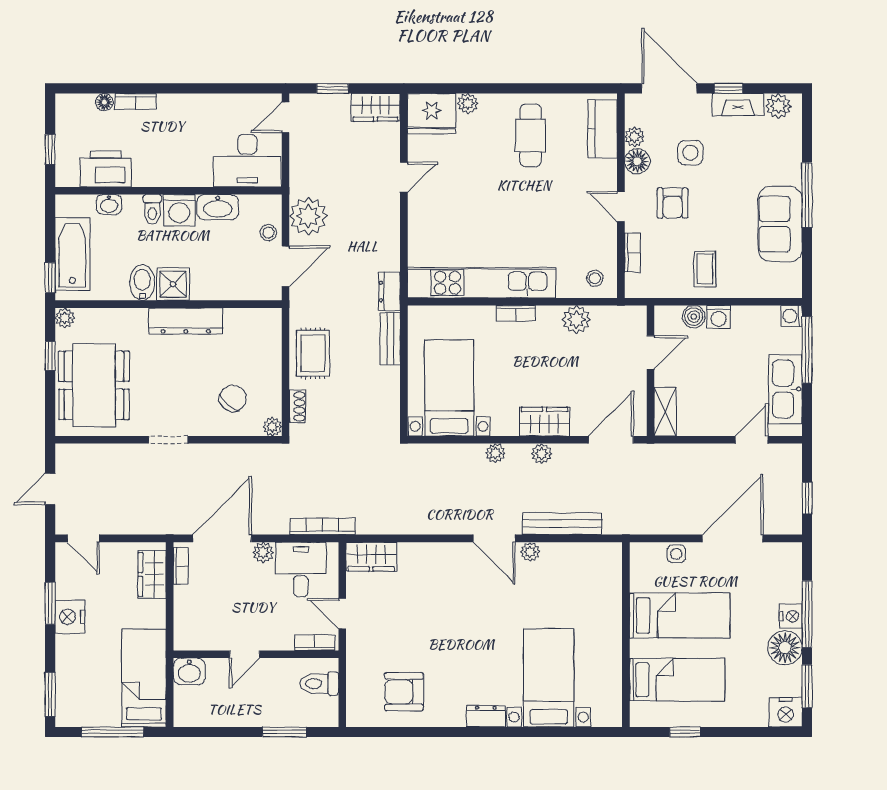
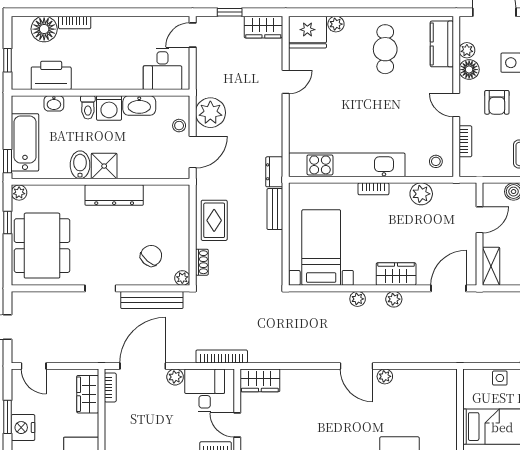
floor lamp: (104, 102) -> (44, 29), width x1.89, depth x1.89
desk: (247, 161) -> (162, 69), width x0.73
bench: (562, 524) -> (152, 300), moved

